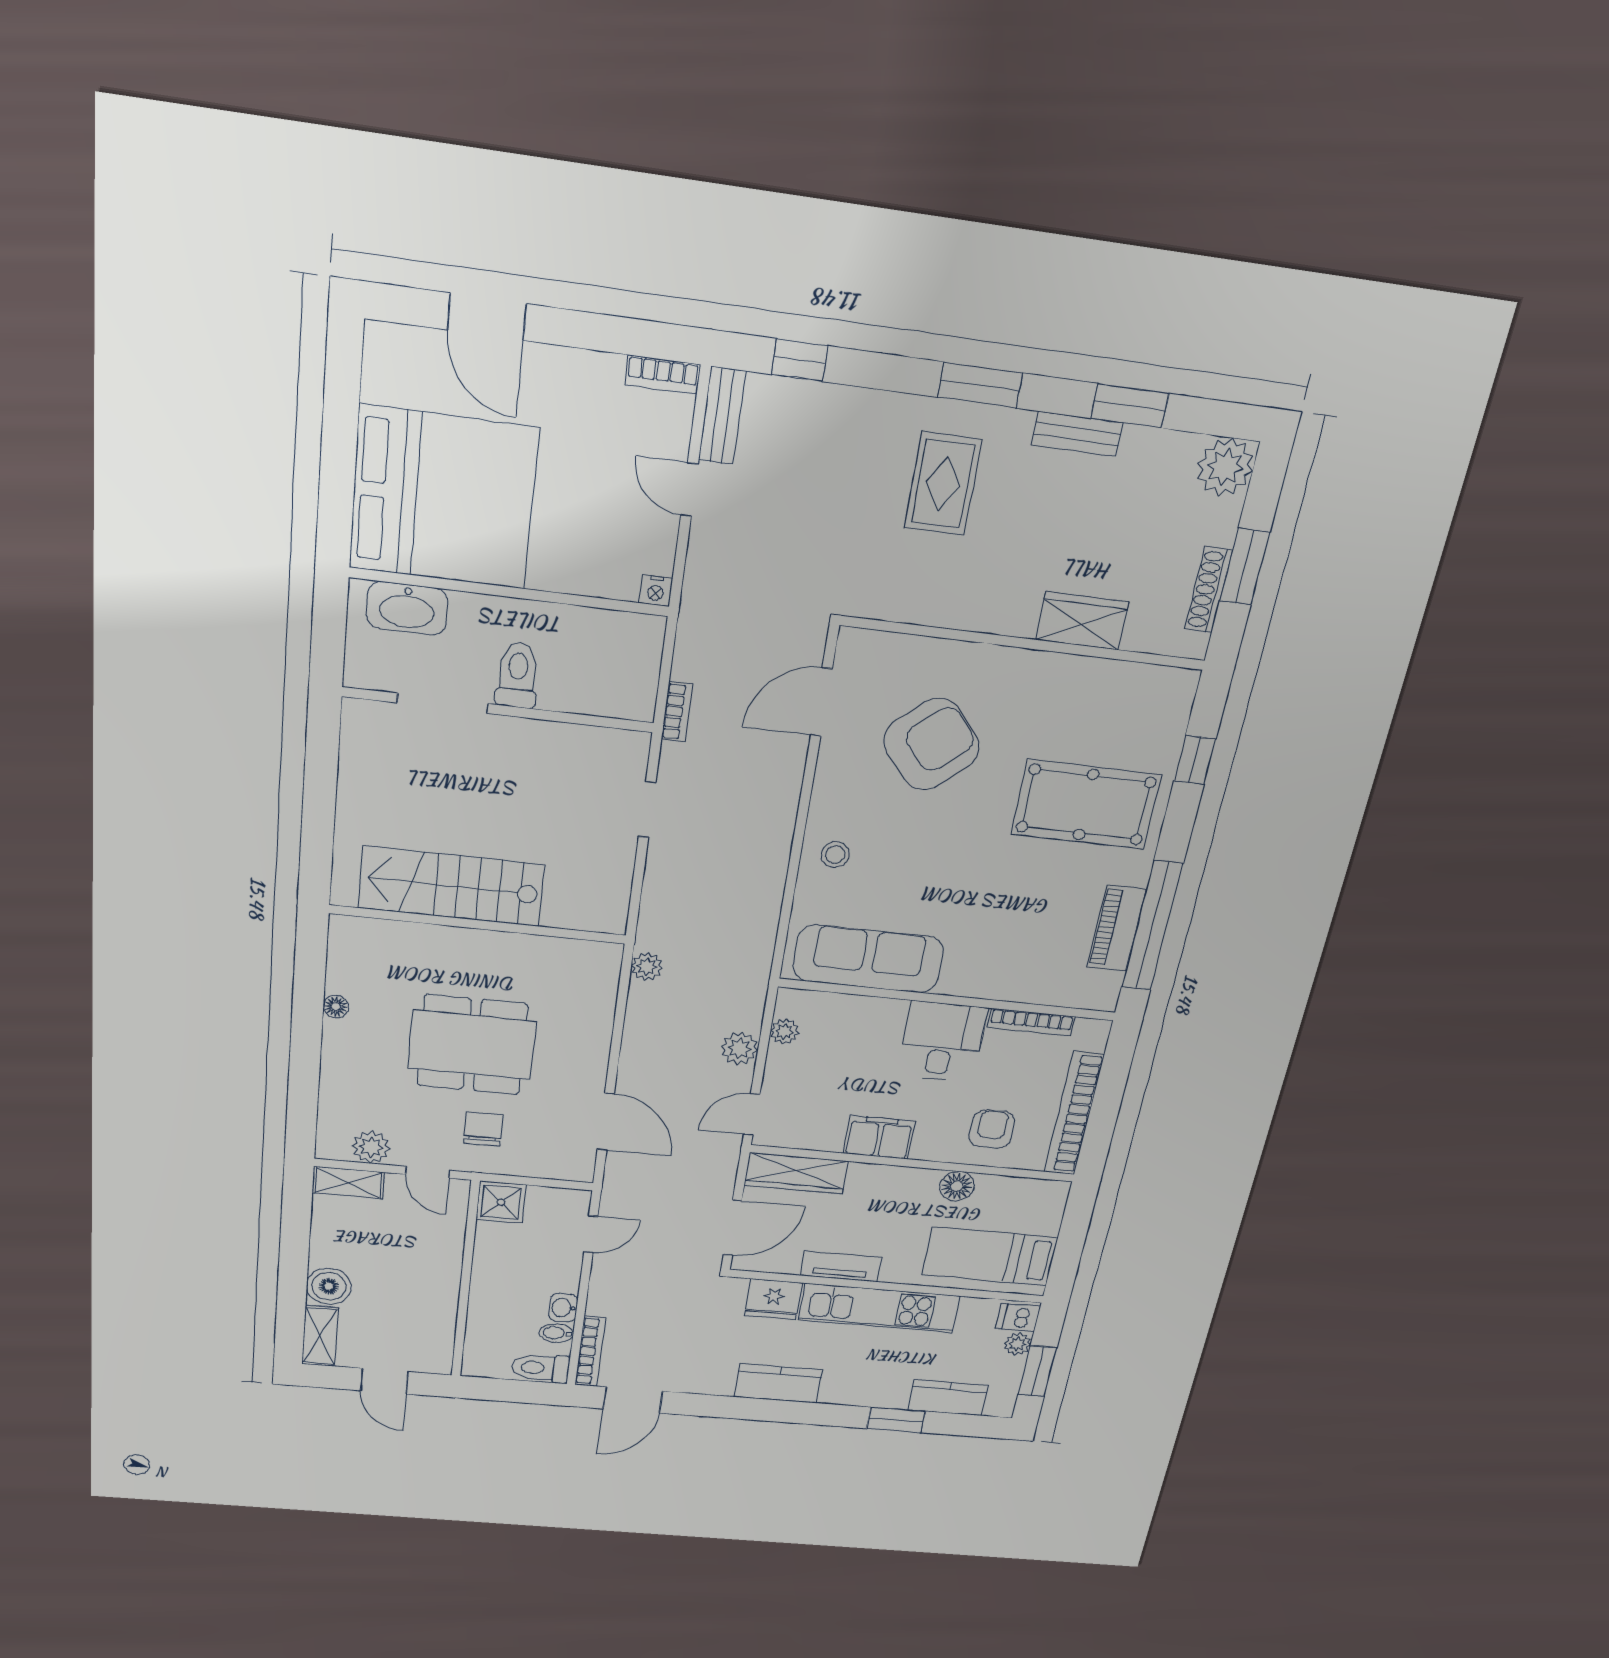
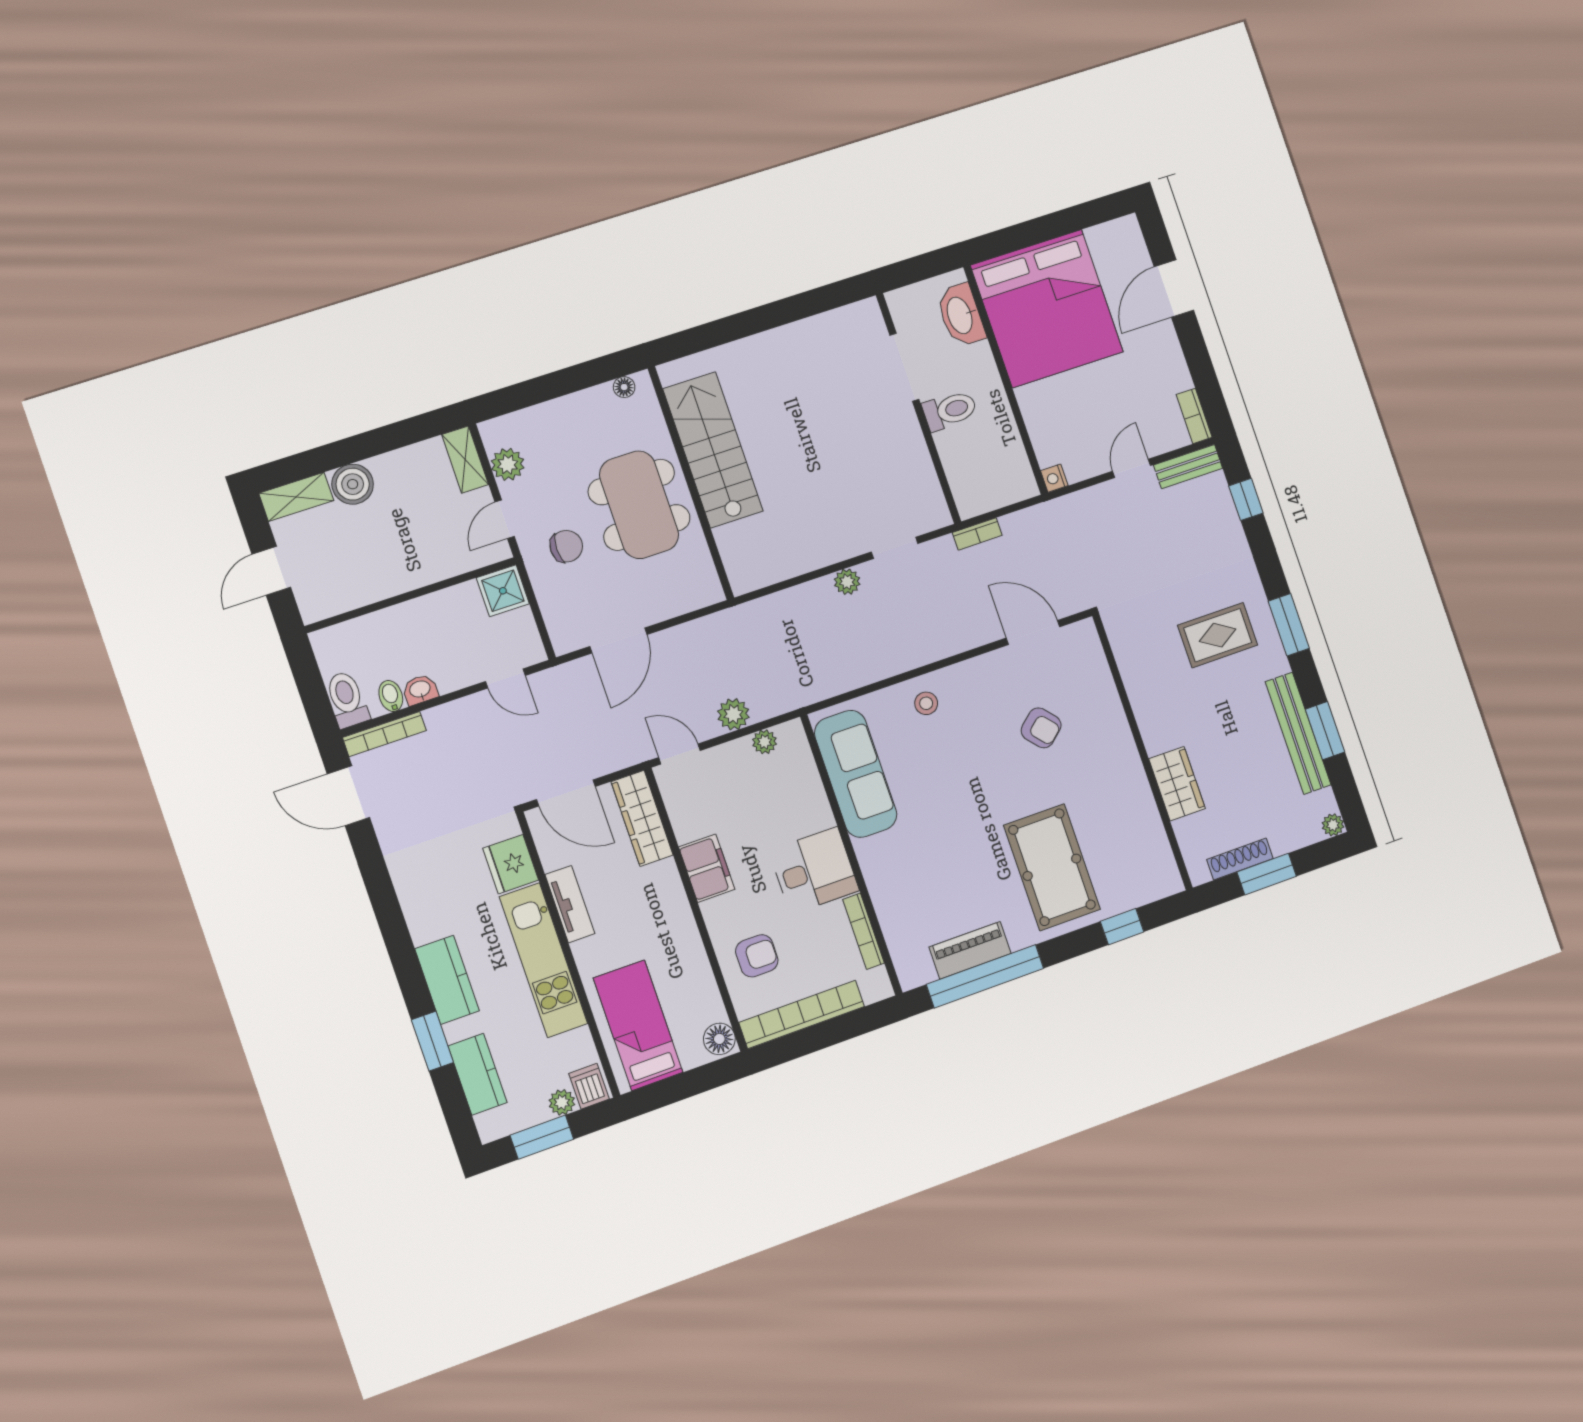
bench: (1077, 434) -> (1298, 733), width x1.86, depth x1.21
plant: (1225, 467) -> (1333, 825), width x0.53, depth x0.53
armchair: (931, 744) -> (1041, 728), width x0.53, depth x0.53
stairs: (452, 886) -> (713, 450), moved
wall: (478, 924) -> (691, 483), moved
plant: (647, 967) -> (847, 582), moved
floor lamp: (957, 1186) -> (719, 1039), moved
kitchen counter: (778, 1383) -> (447, 980), moved

